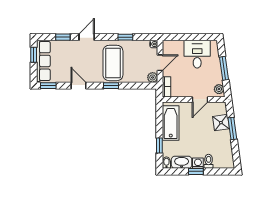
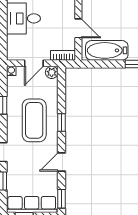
coffee table: (113, 63) -> (34, 120), turned 90
door: (160, 63) -> (34, 63), swing flipped
door: (200, 99) -> (78, 28), moved

